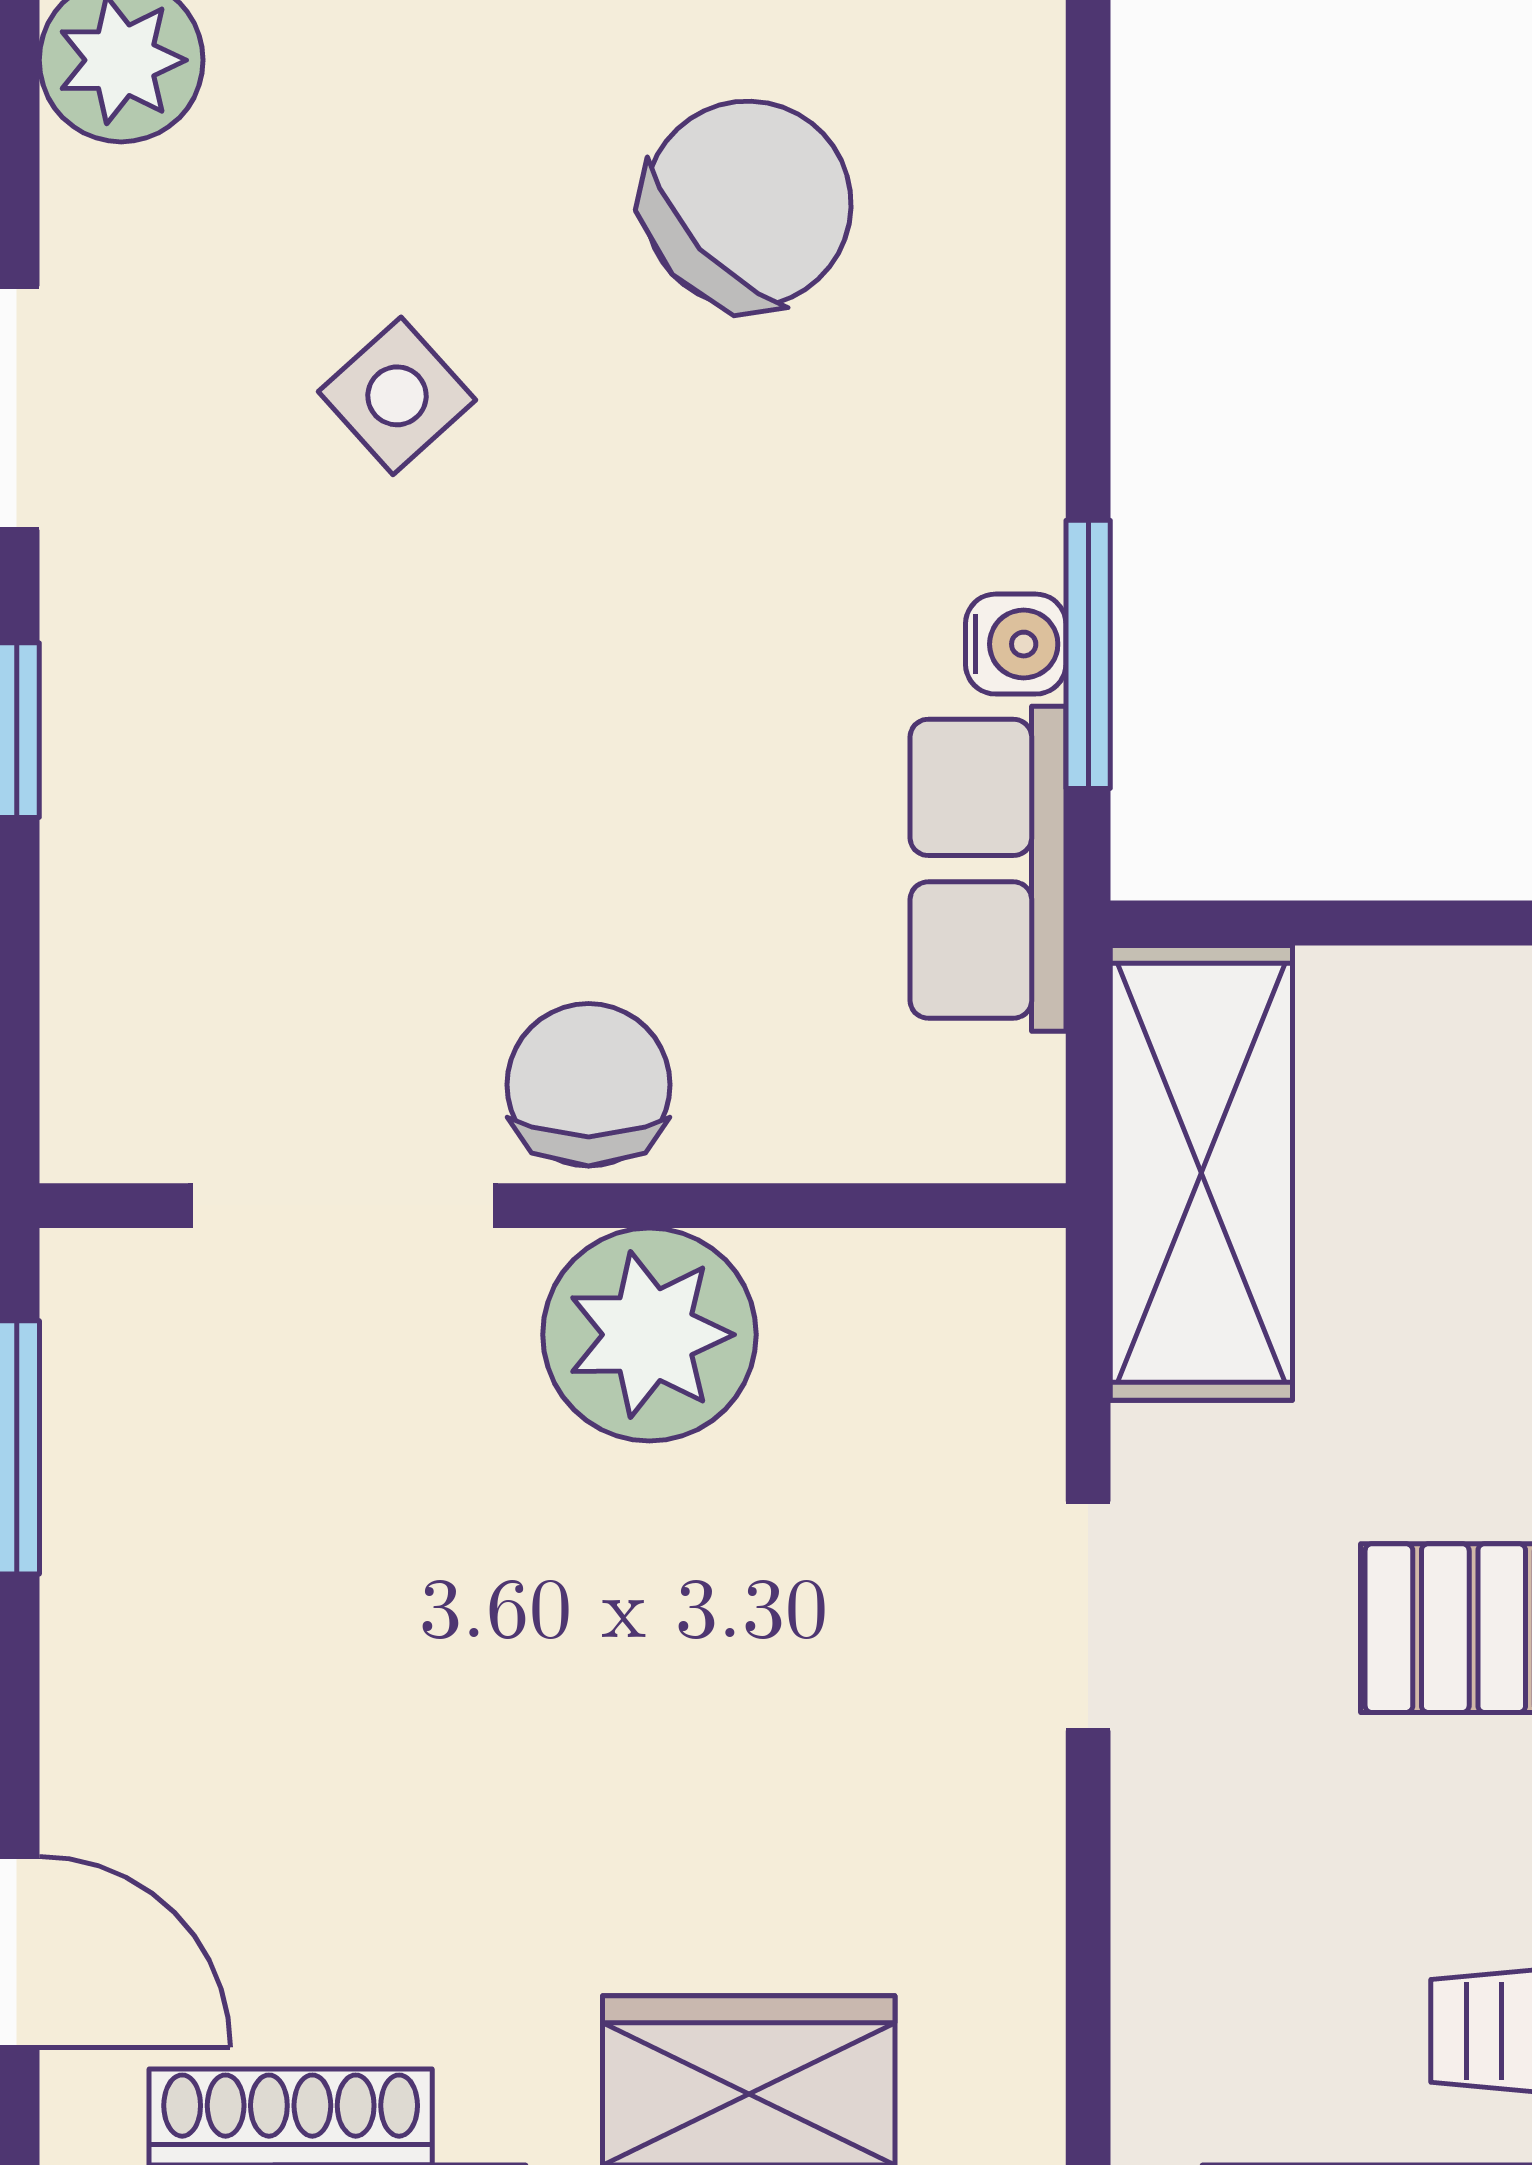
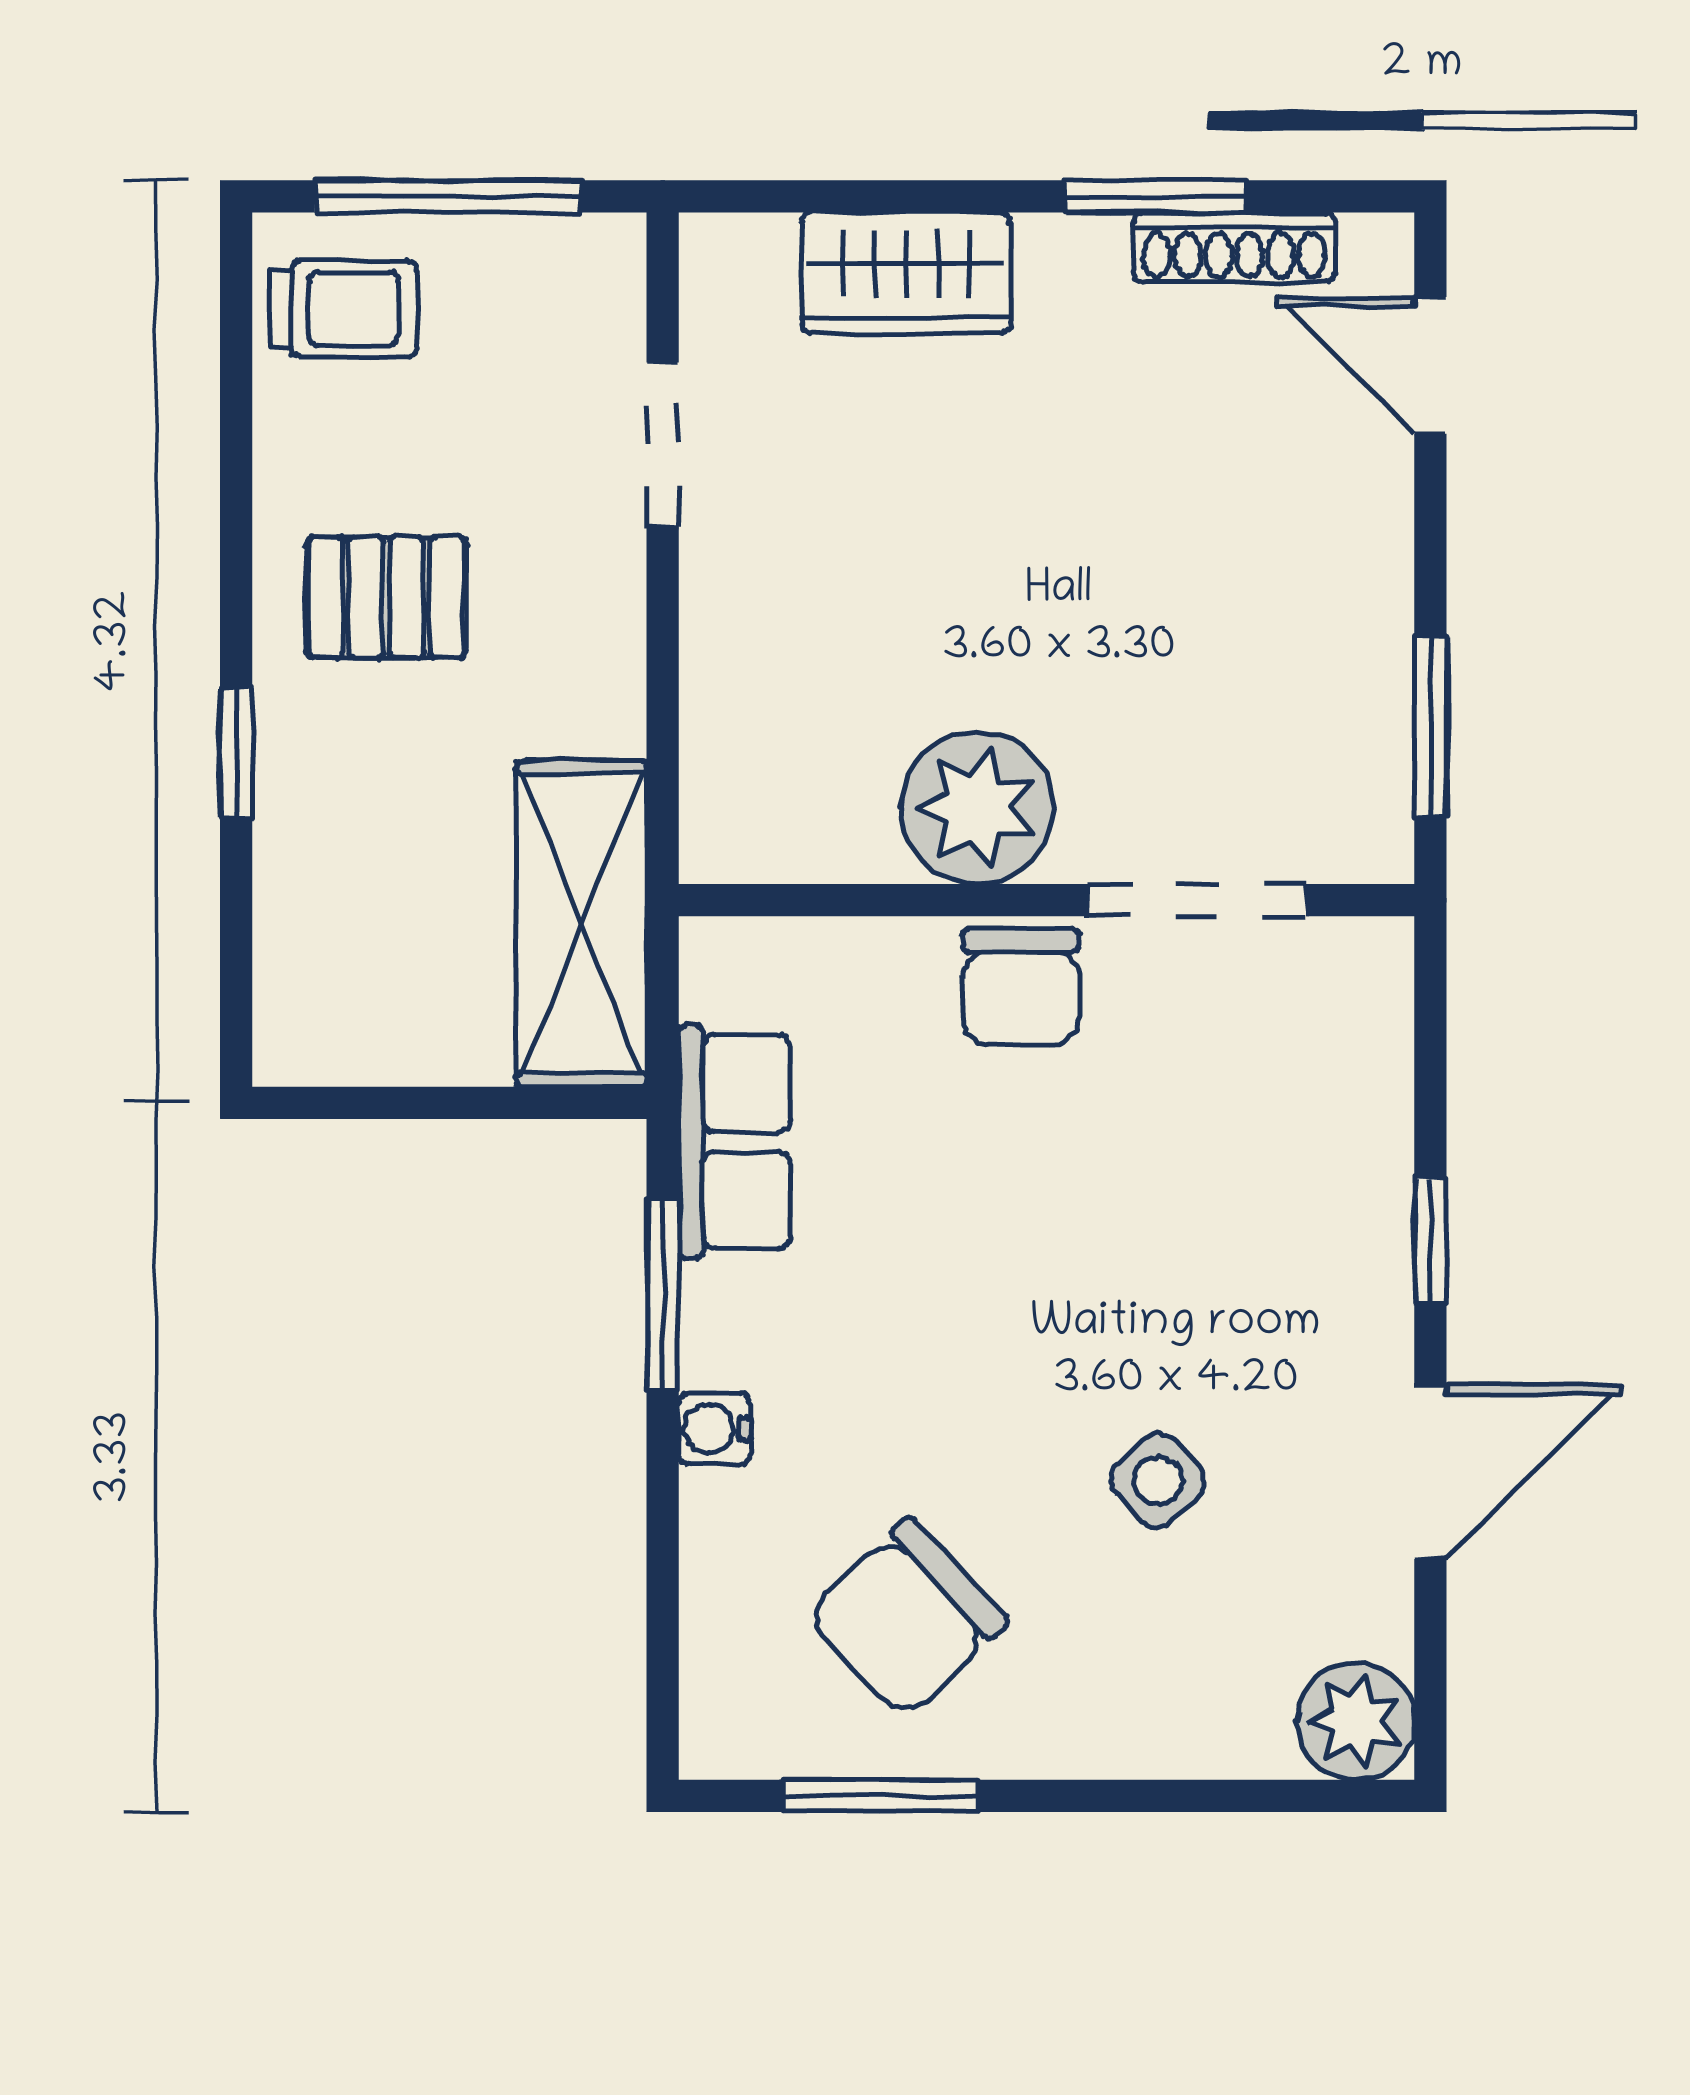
water cooler: (1016, 644) -> (715, 1429), moved
doorway: (1088, 1616) -> (663, 445), moved

